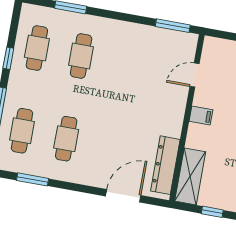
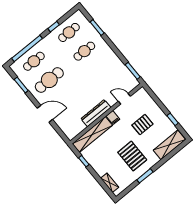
cafe table: (66, 139) -> (49, 80), width x1.37, depth x1.35
dresser: (165, 165) -> (96, 113), moved
shelving: (190, 176) -> (92, 135), width x1.47
door: (123, 196) -> (45, 114), moved

